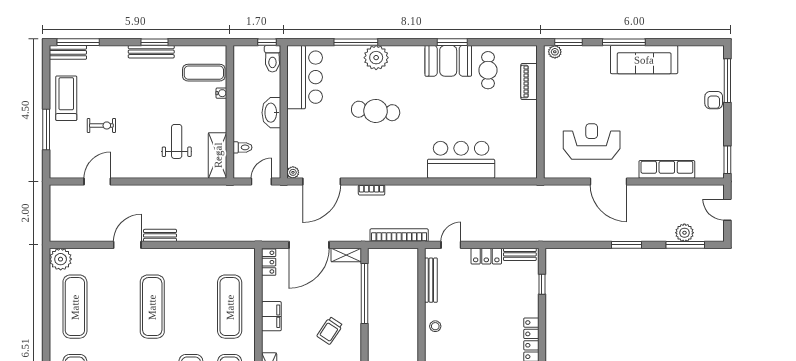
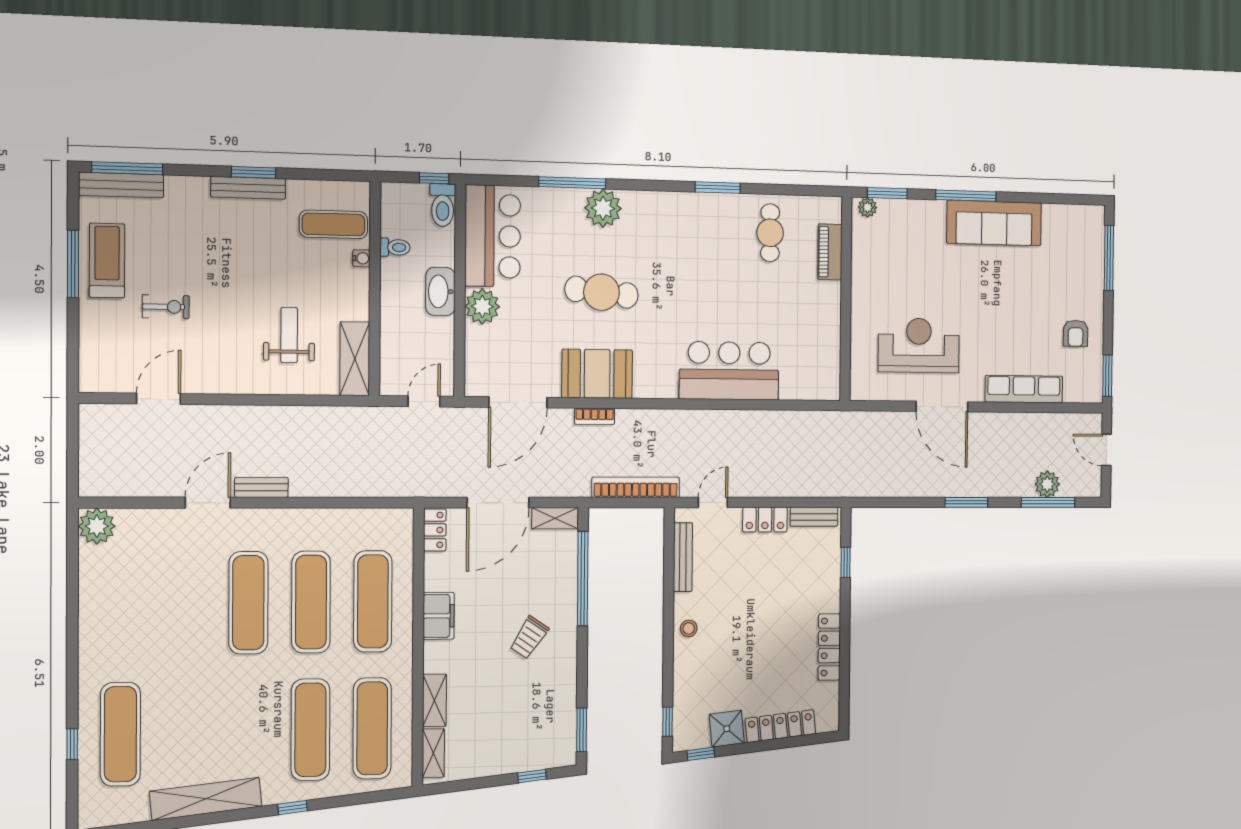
bench: (68, 52) -> (121, 185), width x1.36
booth: (448, 61) -> (597, 374), moved
armchair: (714, 100) -> (1076, 333), moved
window: (46, 130) -> (73, 264), moved
toilet: (242, 147) -> (395, 247), moved
plant: (293, 172) -> (482, 306), moved, width x1.88, depth x1.88
exercise mat: (75, 307) -> (311, 602), moved

